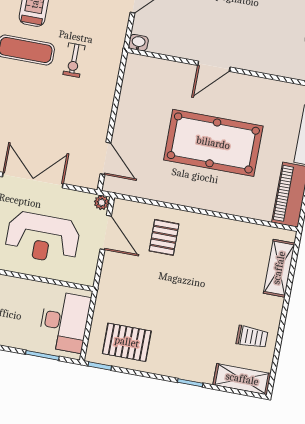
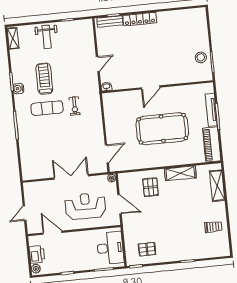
door: (105, 158) -> (107, 154), hinge flipped
door: (106, 232) -> (120, 204), moved
reception desk: (43, 238) -> (85, 206), turned 180
pallet: (127, 342) -> (147, 249), width x0.67, depth x0.71
shelving: (242, 379) -> (180, 173), moved

